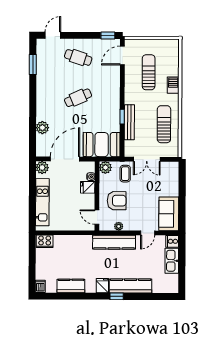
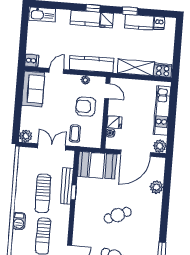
sun lounger: (164, 124) -> (43, 193), moved
plant: (105, 167) -> (26, 136), moved
shelving: (71, 242) -> (136, 67), added
kitchen sink: (172, 261) -> (42, 15), moved, turned 90
dishwasher: (40, 286) -> (159, 23), moved
kitchen counter: (131, 286) -> (85, 18), width x0.67
window: (81, 296) -> (130, 11), added

